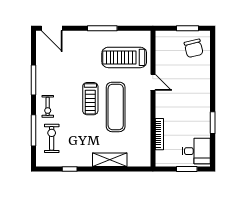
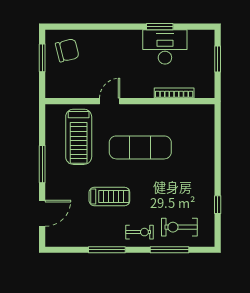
door: (52, 28) -> (42, 213), moved
treadmill: (90, 99) -> (109, 196), moved
desk: (196, 151) -> (165, 47), moved, width x1.37
shelving: (110, 160) -> (206, 155), removed

